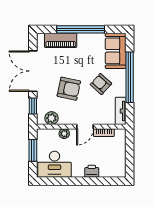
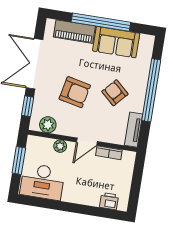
sofa: (116, 51) -> (116, 42), moved, turned -90
printer: (92, 171) -> (109, 201), moved

